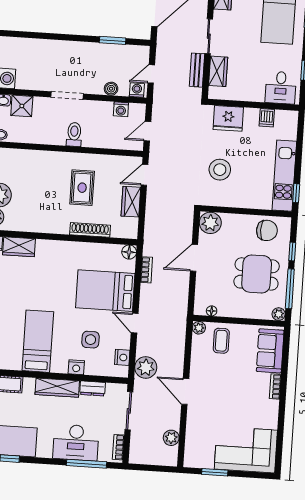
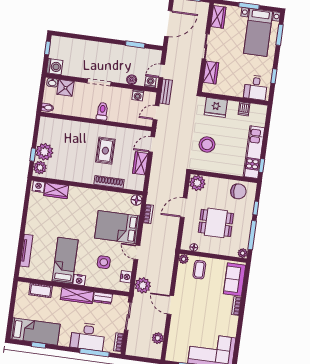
bench: (197, 70) -> (166, 92), moved
dining table: (257, 274) -> (216, 223), moved
nightstand: (76, 367) -> (79, 280), moved

